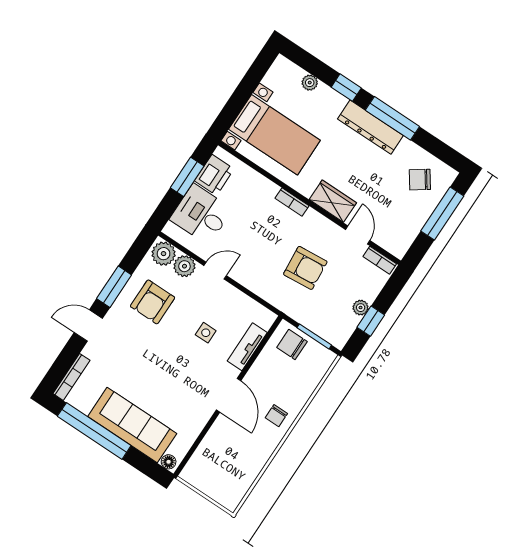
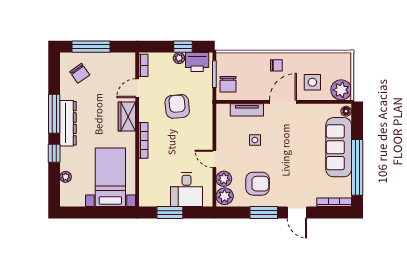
printer: (214, 175) -> (197, 62), moved, turned 180
bookcase: (292, 202) -> (143, 140), width x1.56
side table: (229, 445) -> (312, 82), added
plant: (197, 472) -> (341, 90), added

